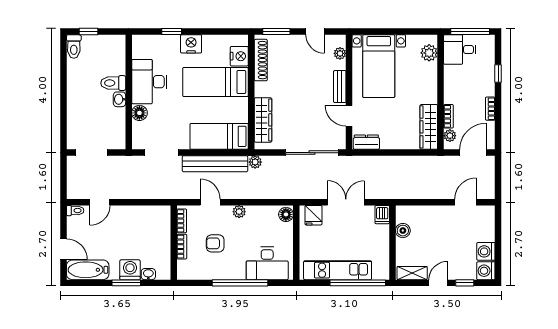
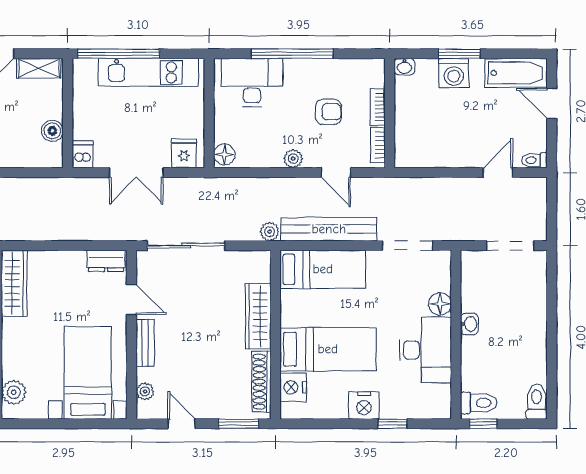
window: (89, 31) -> (483, 424), moved
toilet: (113, 83) -> (479, 403), moved
wardrobe: (263, 120) -> (258, 316), moved
washbasin: (148, 274) -> (405, 67), moved

